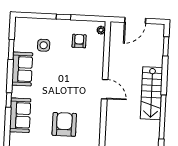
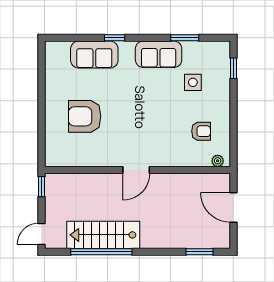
window: (63, 17) -> (233, 68), moved
stairs: (151, 93) -> (103, 235), moved
armchair: (64, 124) -> (85, 116), turned 180

